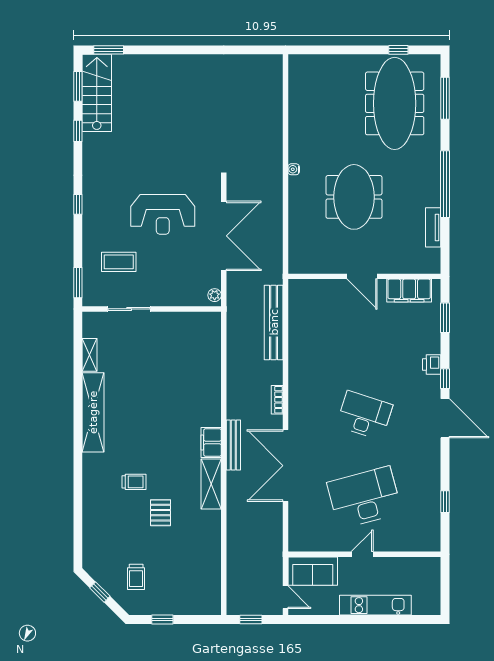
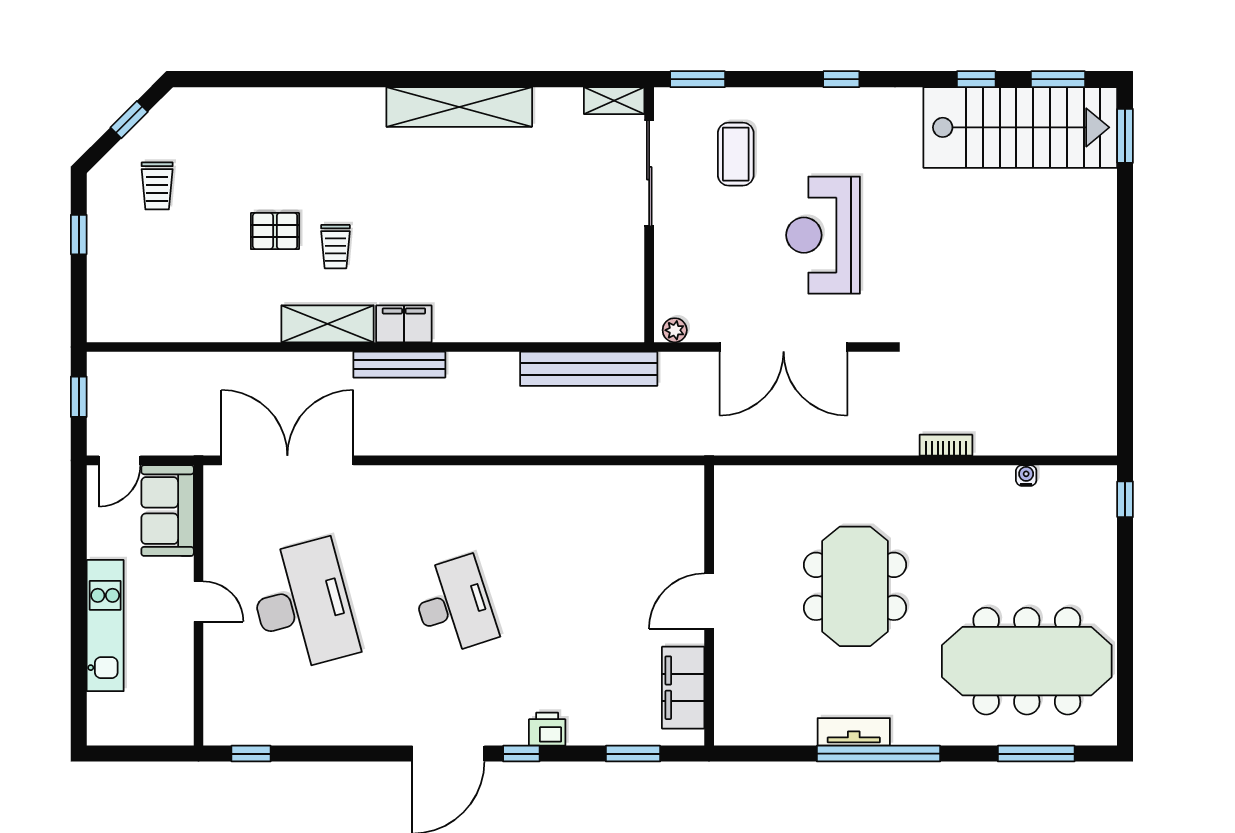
window: (398, 50) -> (1125, 499), moved
stairs: (97, 93) -> (1020, 127), width x1.36, depth x1.51
water cooler: (294, 169) -> (1026, 476), moved
meeting table: (354, 197) -> (855, 586), turned 90
tv unit: (433, 227) -> (854, 732), moved
sliding door: (129, 309) -> (649, 173), width x1.37
bench: (274, 322) -> (589, 369), moved
shelving: (90, 355) -> (614, 101), moved
bookcase: (277, 400) -> (946, 445), moved
desk: (364, 415) -> (454, 605), turned -36
double door: (285, 466) -> (287, 460), moved
trolley: (134, 482) -> (335, 247), moved
window: (445, 502) -> (251, 754), moved
trolley: (136, 577) -> (157, 186), turned -90

